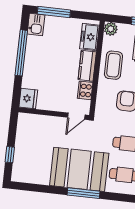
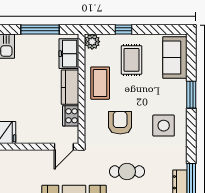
window: (54, 12) -> (40, 29), moved

